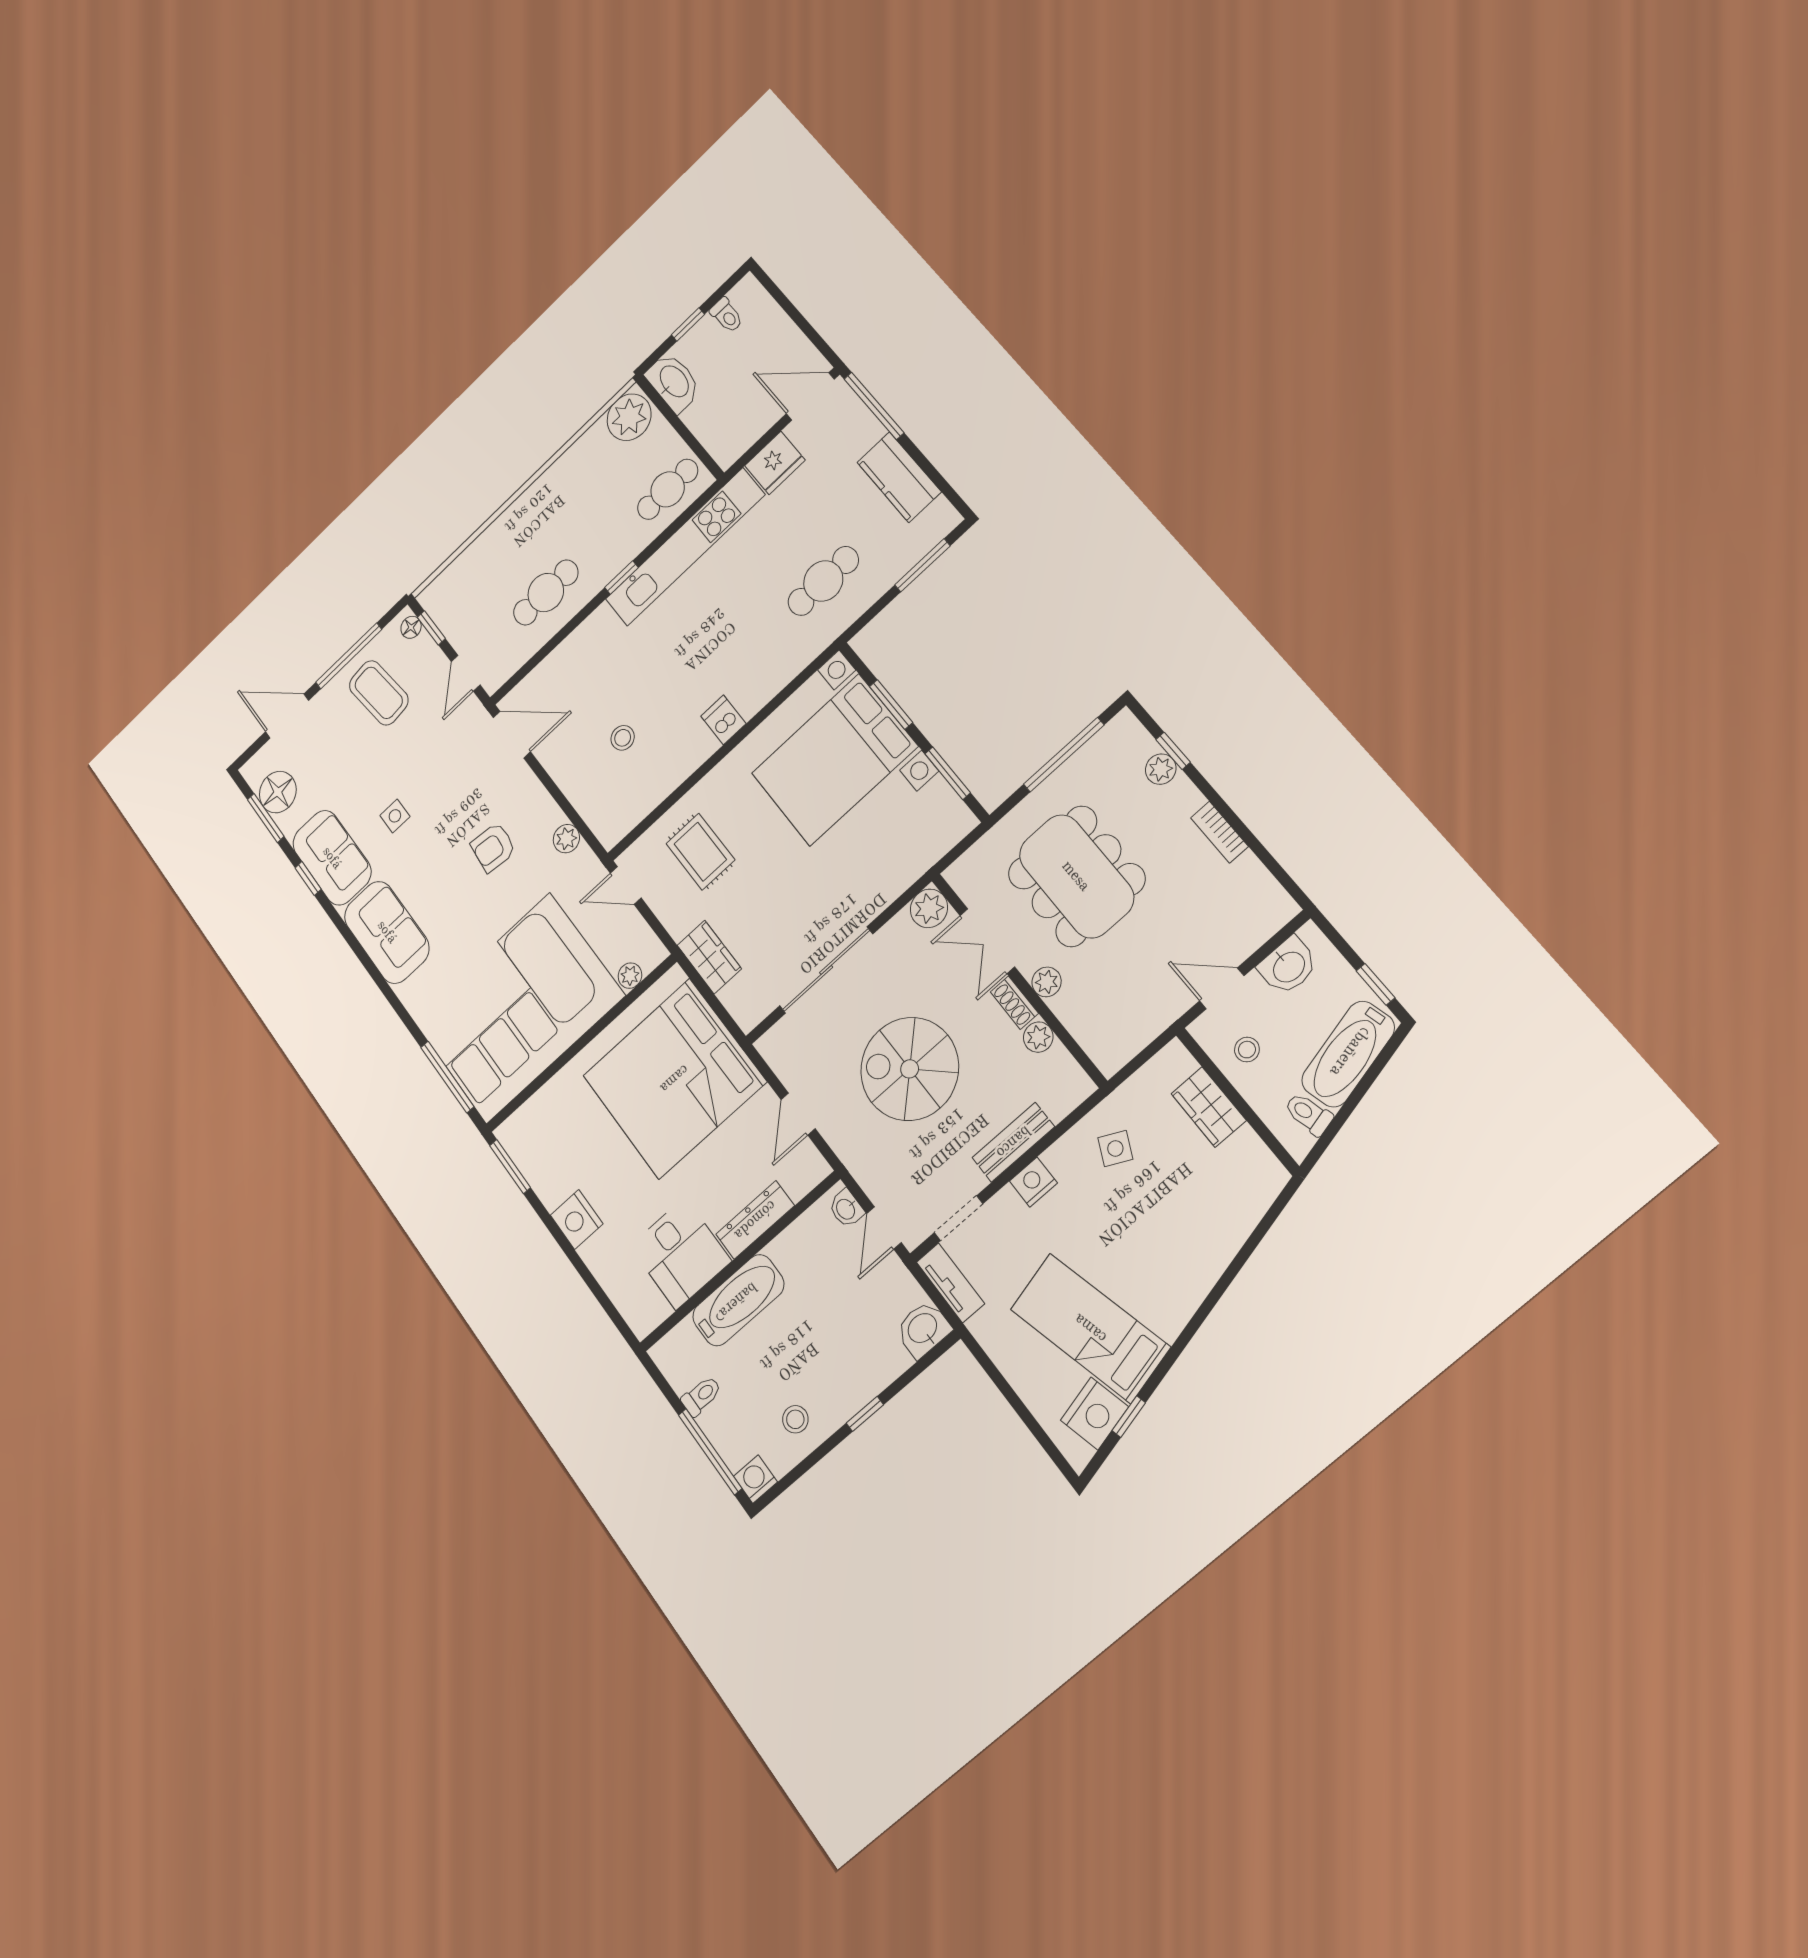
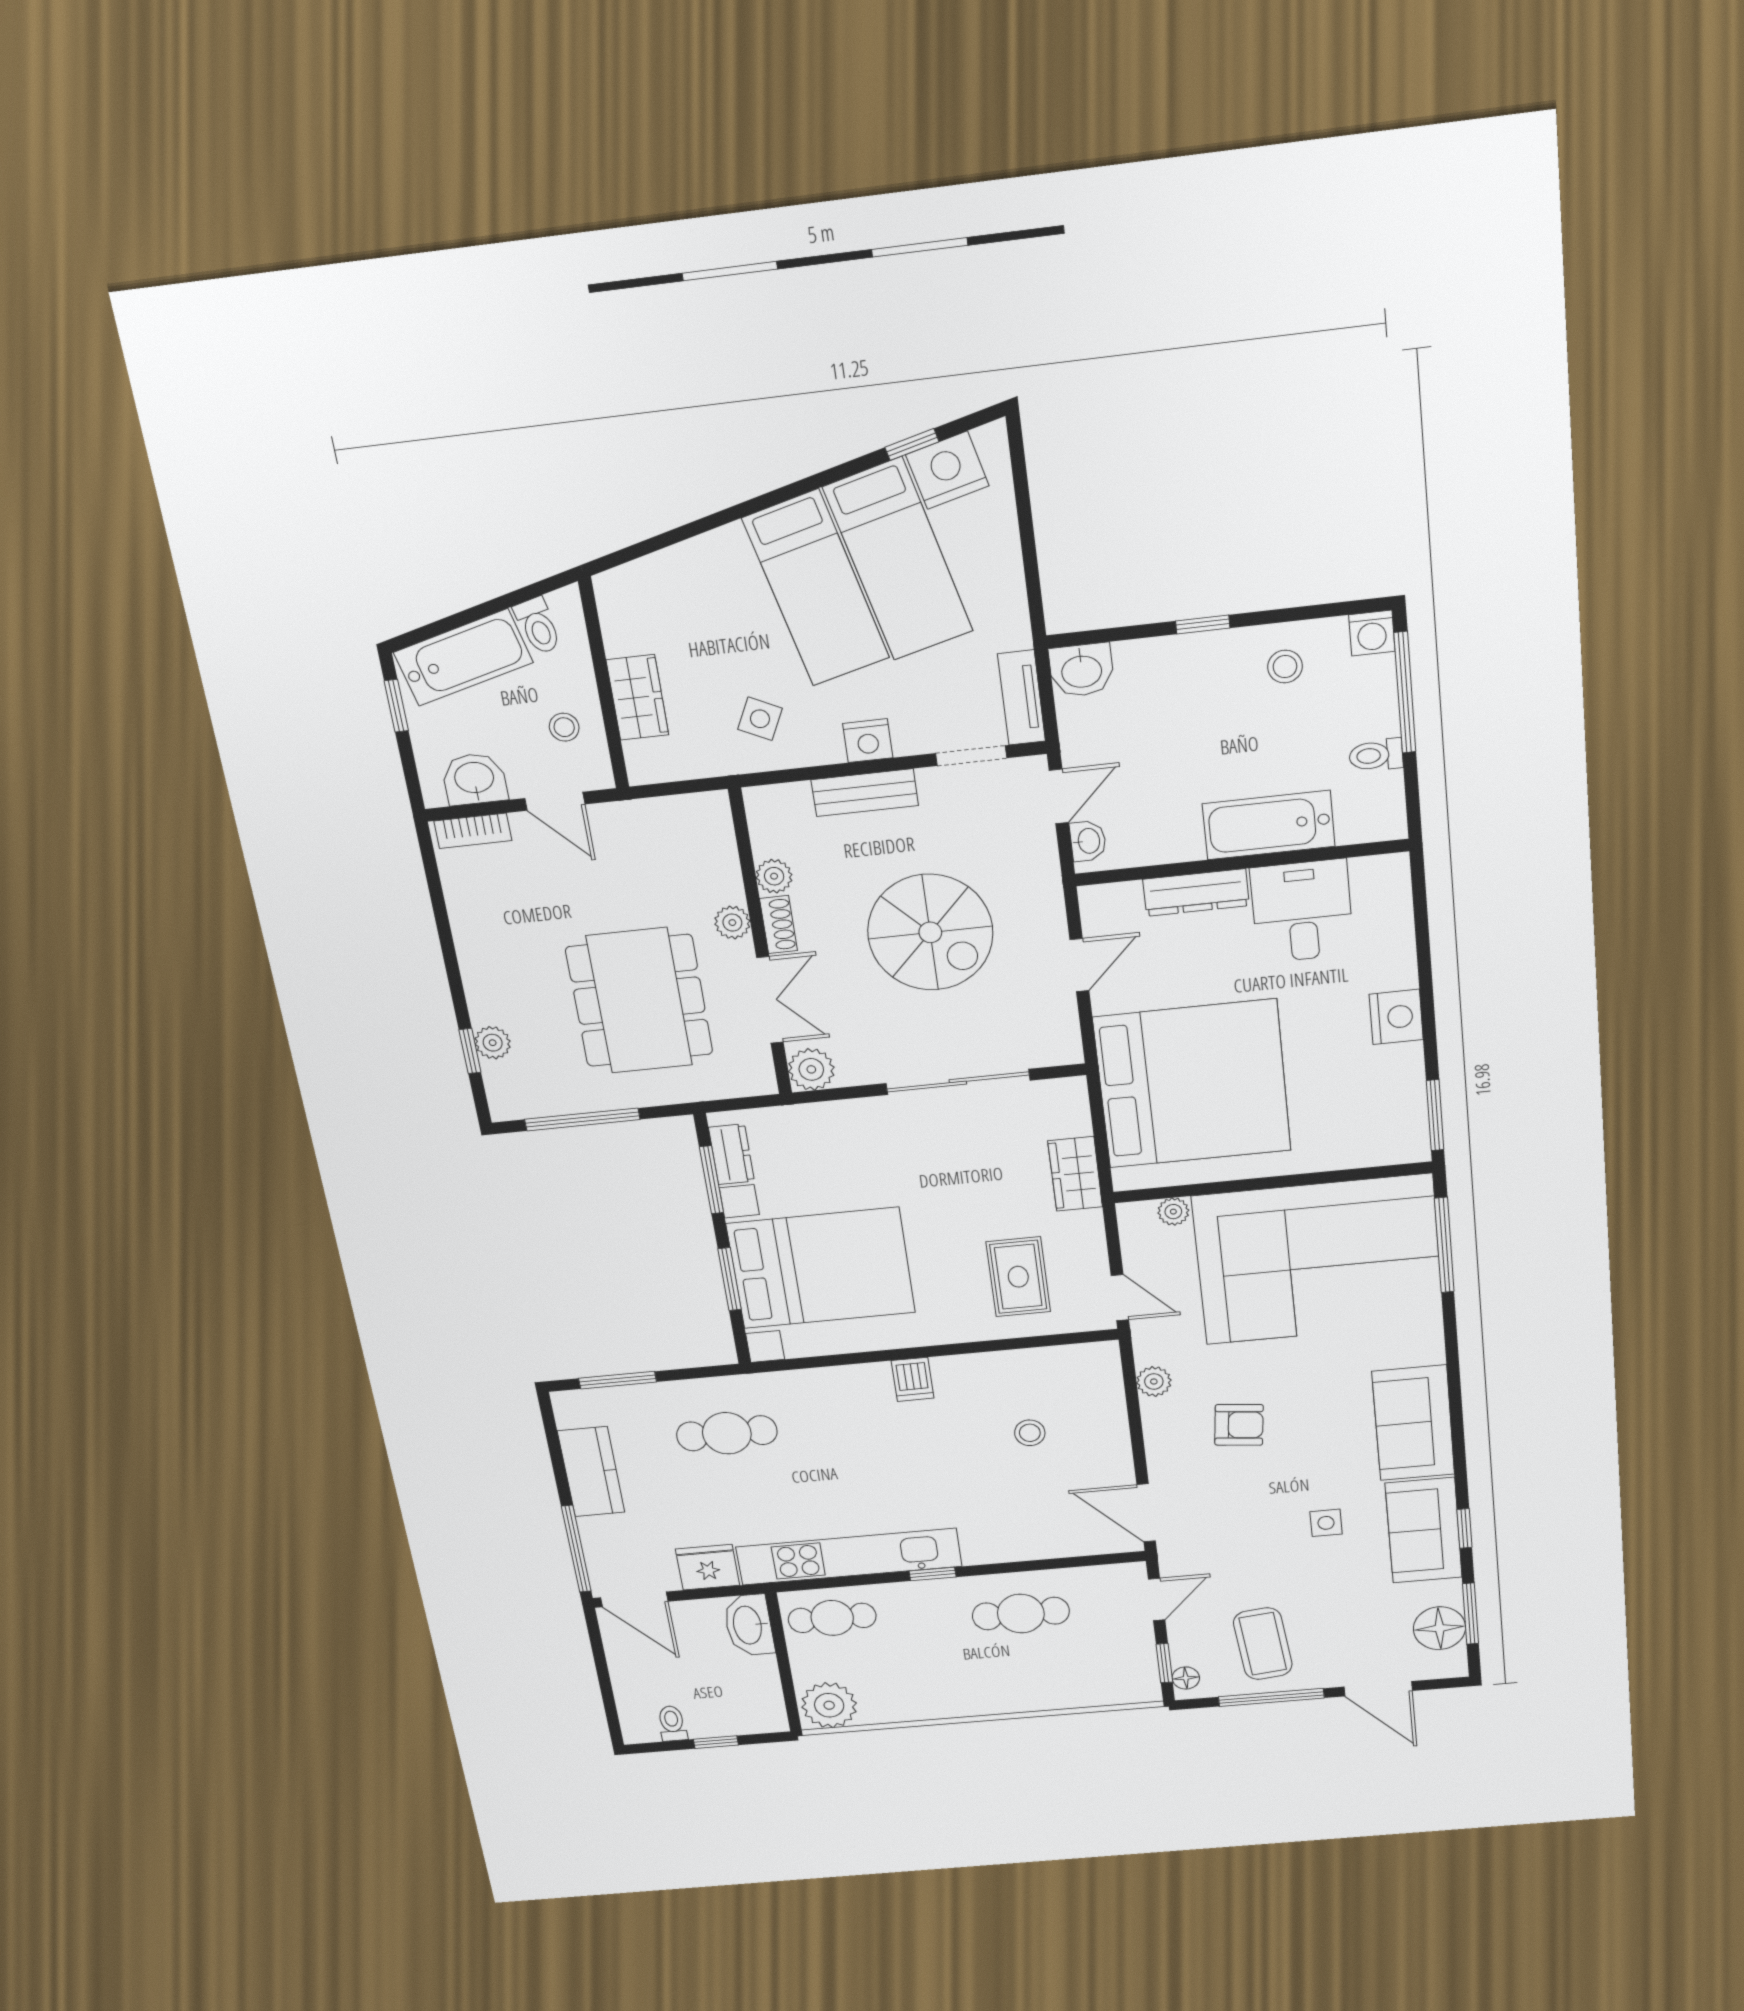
washbasin: (673, 382) -> (749, 1625), moved
dresser: (946, 803) -> (731, 1154), added
bookcase: (1219, 832) -> (473, 831), moved, turned 90
bed: (1133, 1270) -> (816, 588), added

